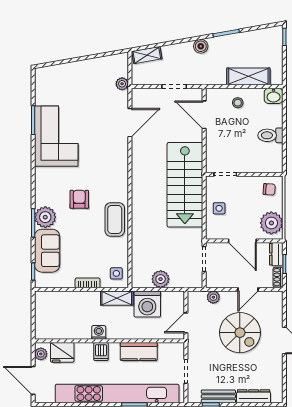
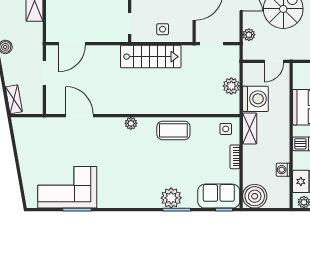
plant: (122, 84) -> (131, 123), moved
stool: (238, 103) -> (60, 11), removed
corner sofa: (56, 136) -> (67, 187), moved
stairs: (185, 185) -> (151, 57), width x0.73, depth x0.66
armchair: (79, 199) -> (154, 165), removed
sofa: (47, 251) -> (219, 196), moved
boiler: (47, 303) -> (255, 196), added
door: (186, 323) -> (274, 61), hinge flipped
washing machine: (99, 332) -> (283, 170), moved

